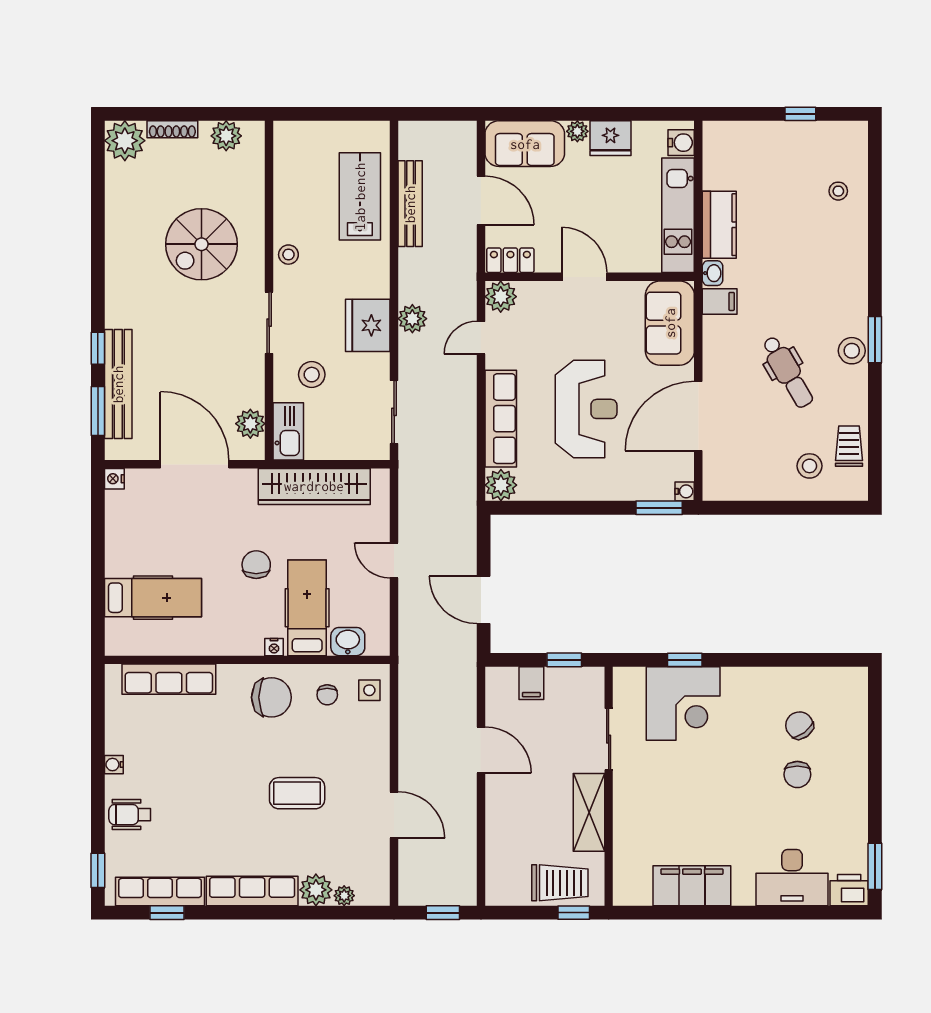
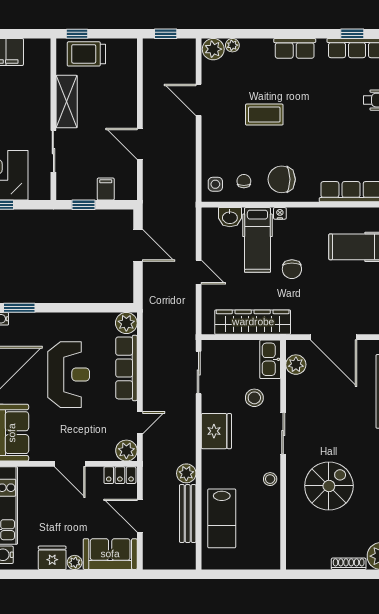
plant: (226, 136) -> (312, 559), removed
plant: (412, 319) -> (186, 473), moved
reception desk: (586, 409) -> (69, 375), turned 180
plant: (316, 890) -> (213, 49), moved
row of seats: (252, 891) -> (295, 48), width x0.68

